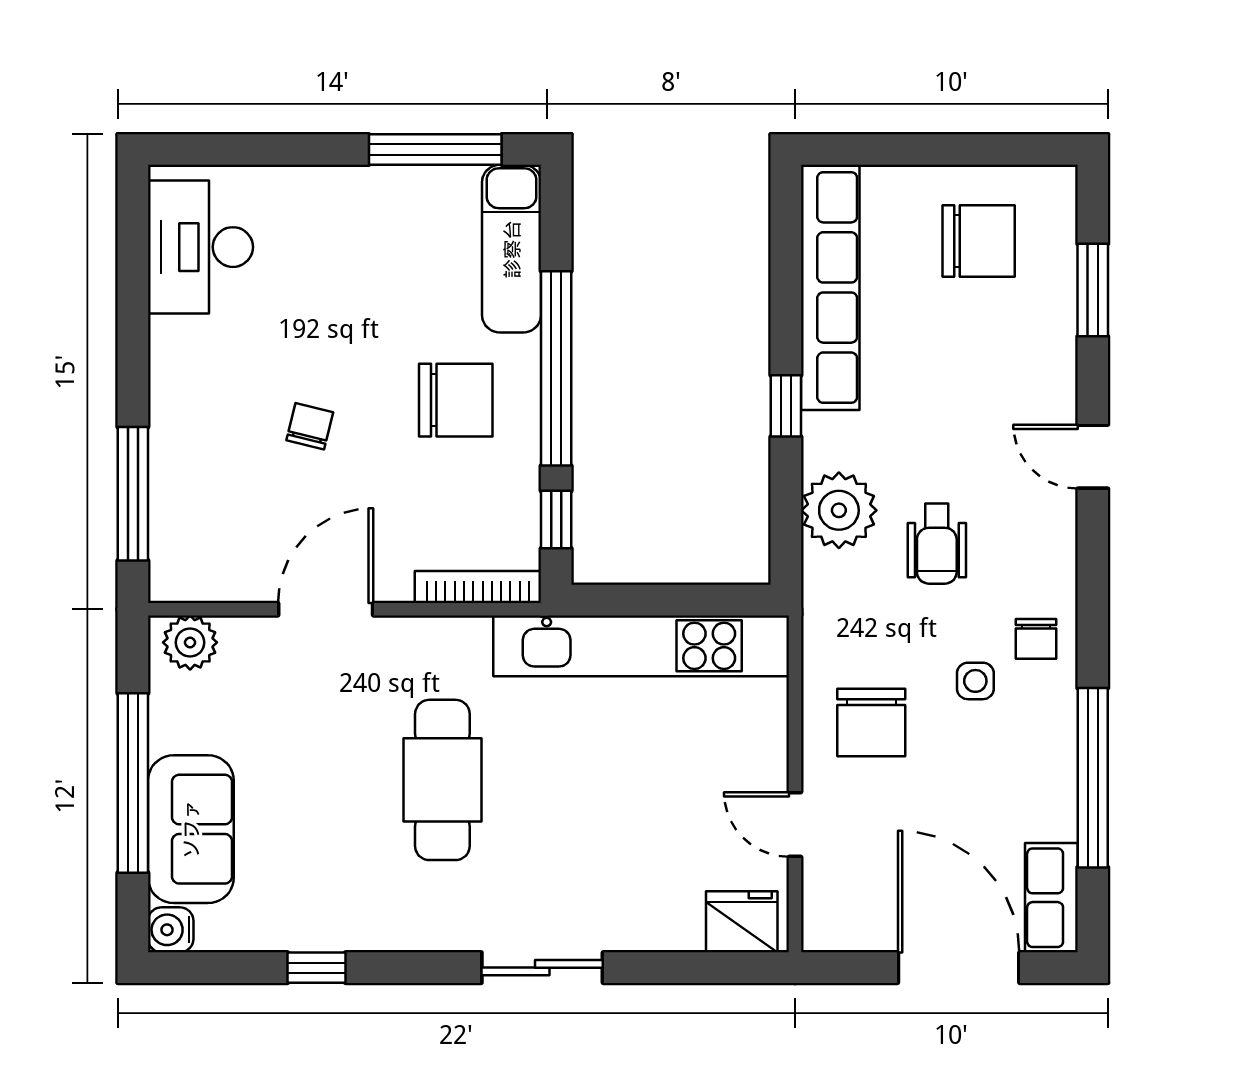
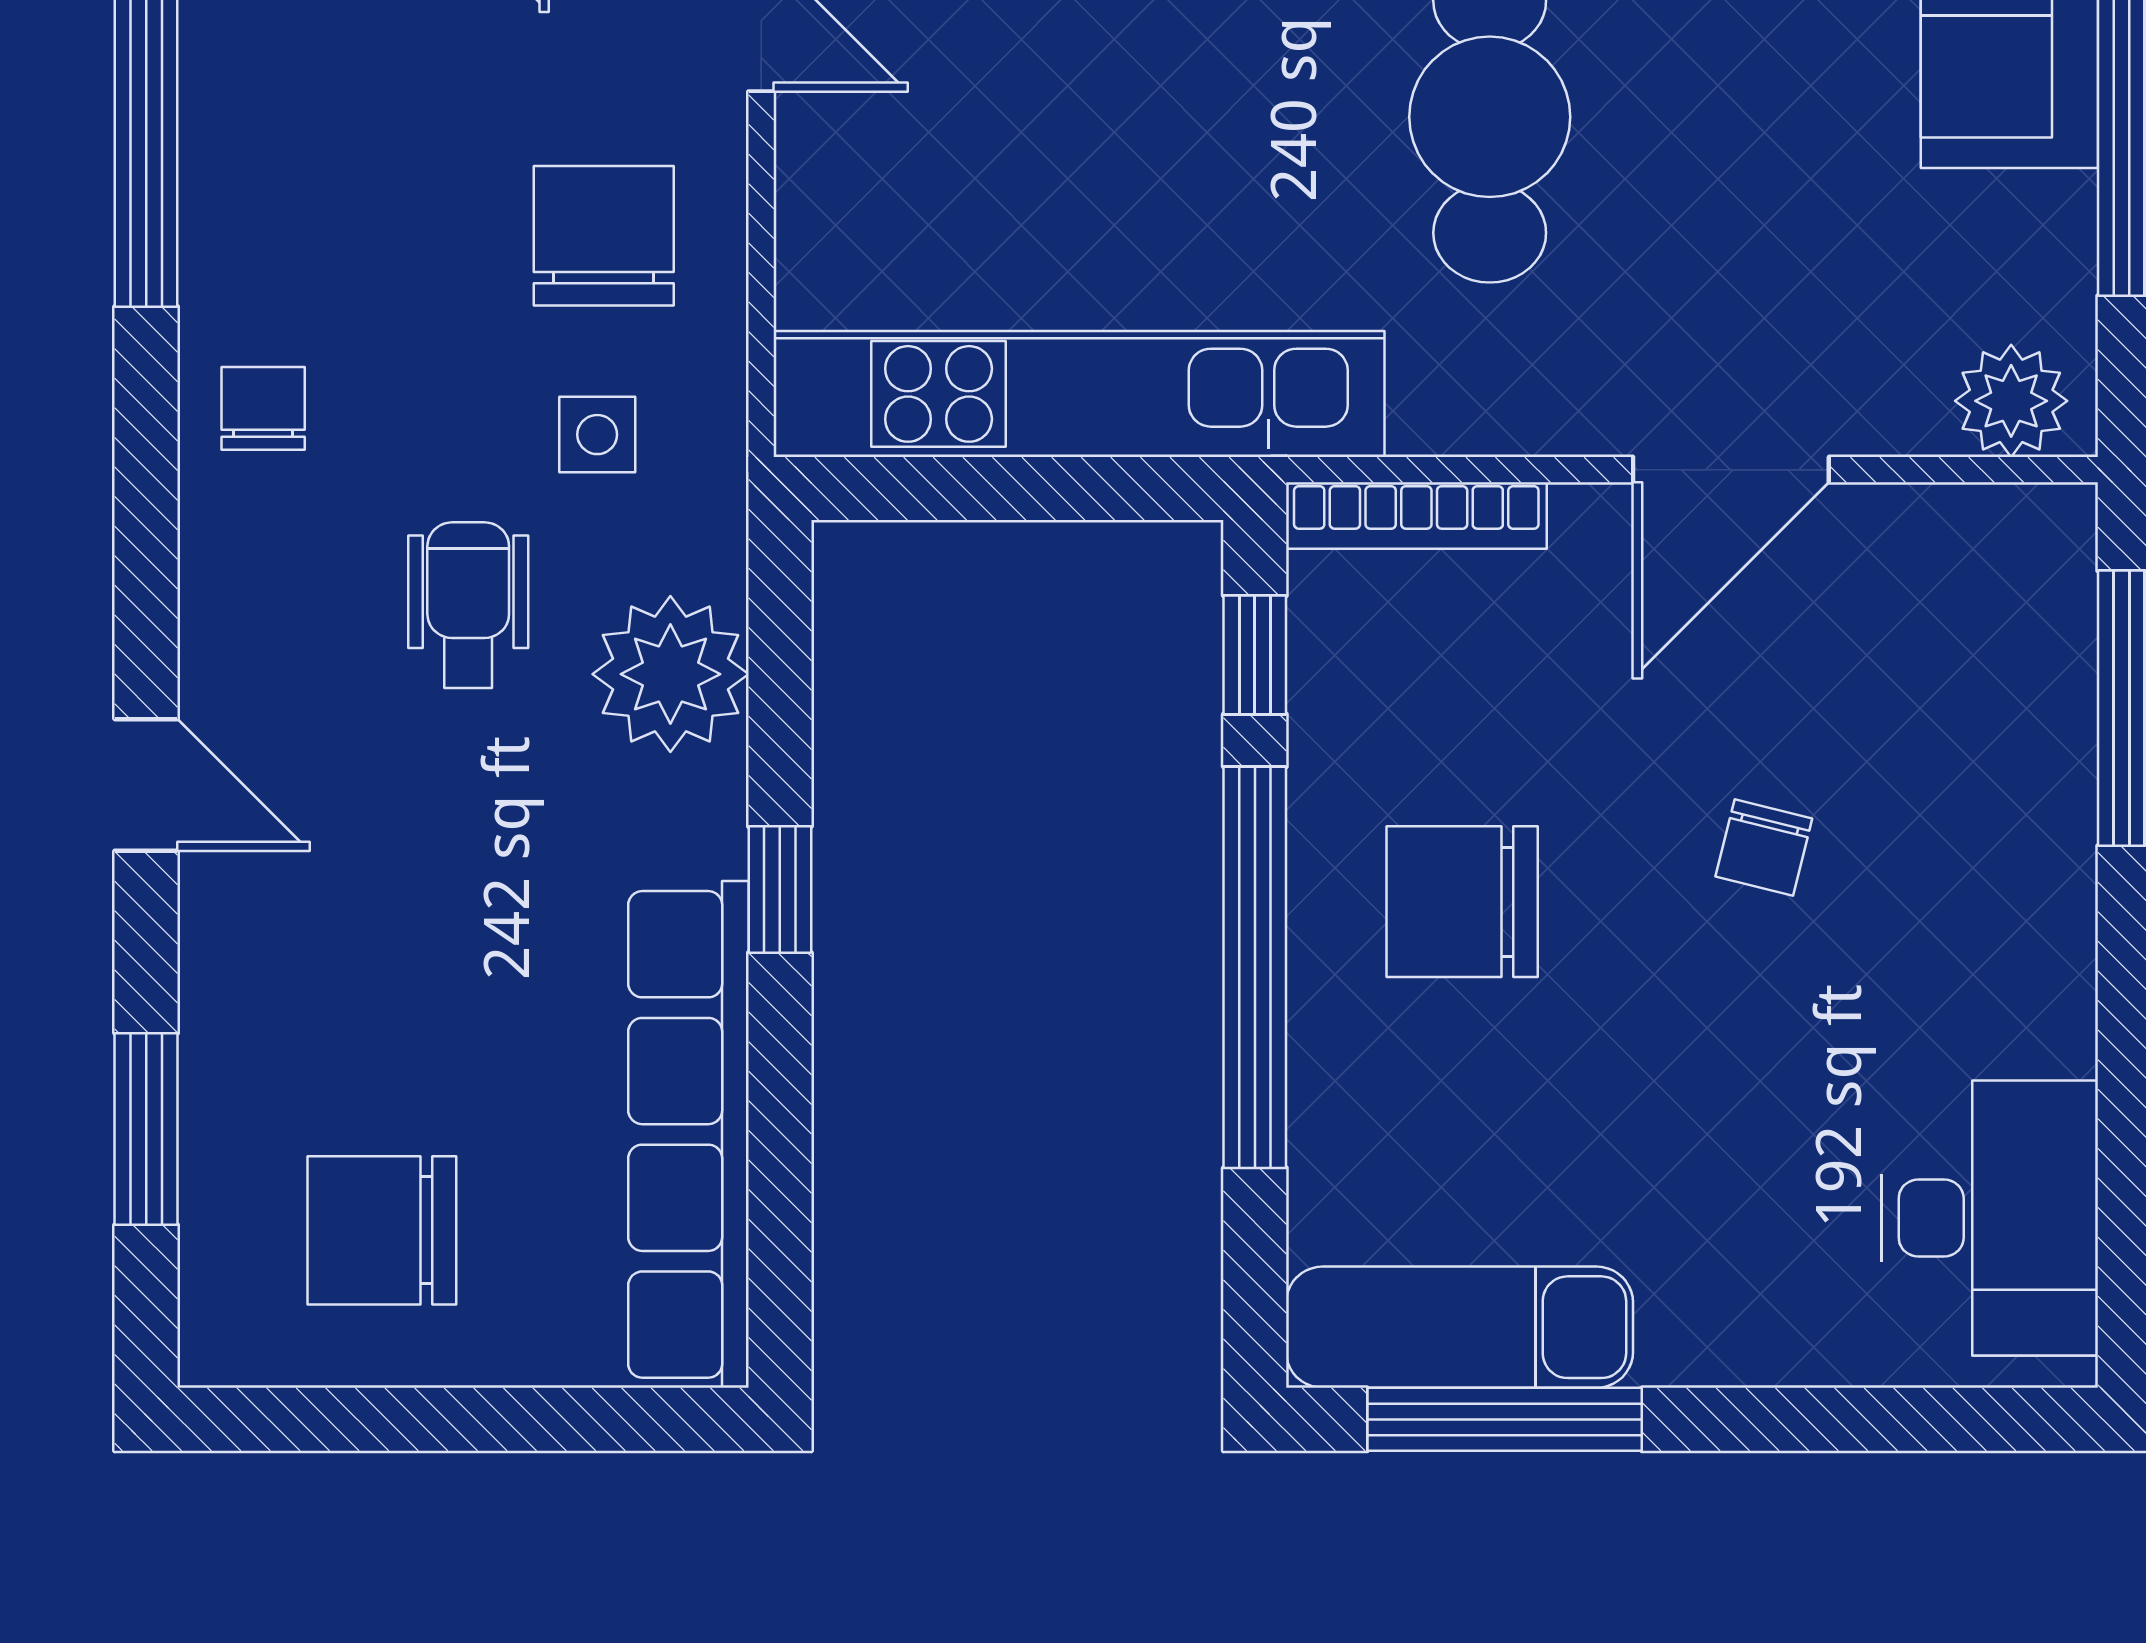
exam couch: (512, 249) -> (1460, 1327), moved, turned -90
side table: (975, 681) -> (597, 435), moved

